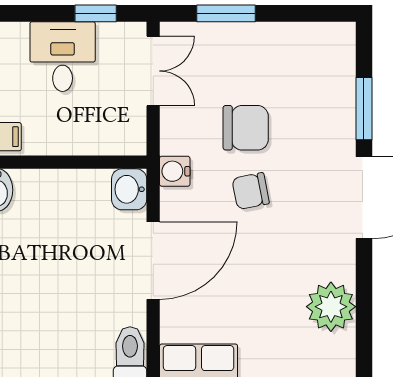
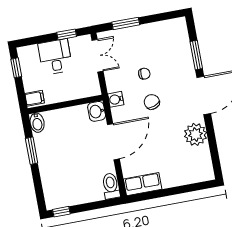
chair: (246, 128) -> (144, 74), width x0.54, depth x0.54
chair: (251, 191) -> (152, 102), turned 82
plant: (331, 307) -> (196, 134), moved

